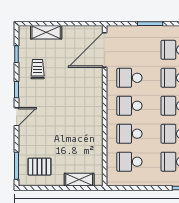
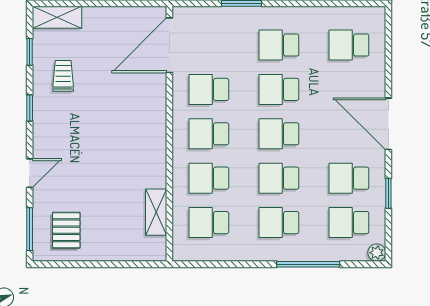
shelving: (46, 32) -> (57, 17), moved
door: (16, 117) -> (30, 173), moved
pallet: (39, 167) -> (66, 230), turned 90
shelving: (79, 180) -> (156, 212), moved, turned 90

